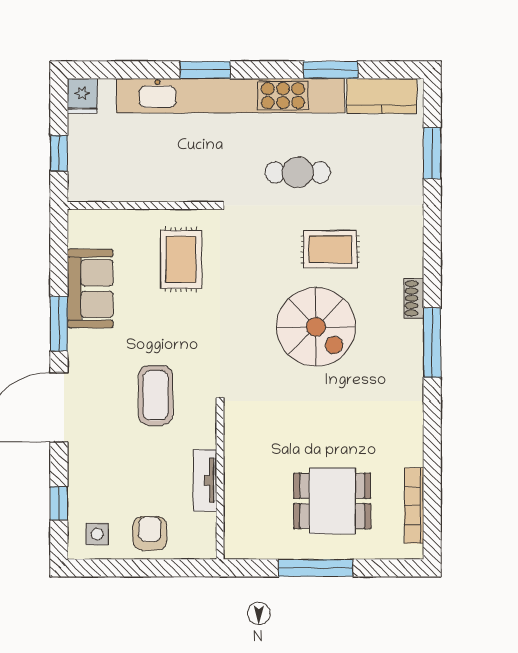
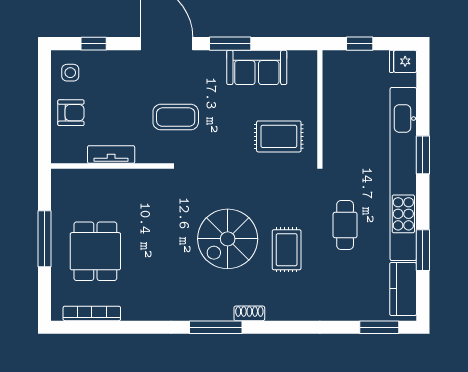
window: (432, 153) -> (379, 327), moved

